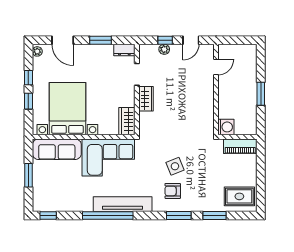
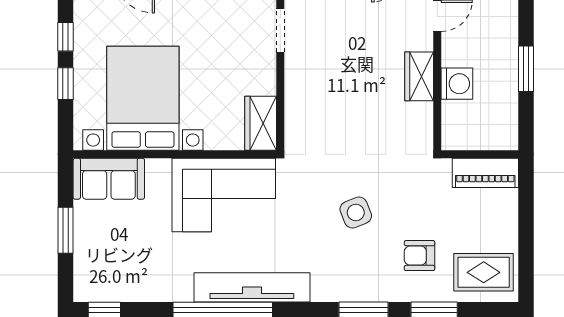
wardrobe: (146, 99) -> (419, 76), moved, turned 180
washing machine: (226, 127) -> (457, 84), moved
sofa: (57, 149) -> (109, 179), width x0.73
armchair: (173, 191) -> (420, 256), moved

